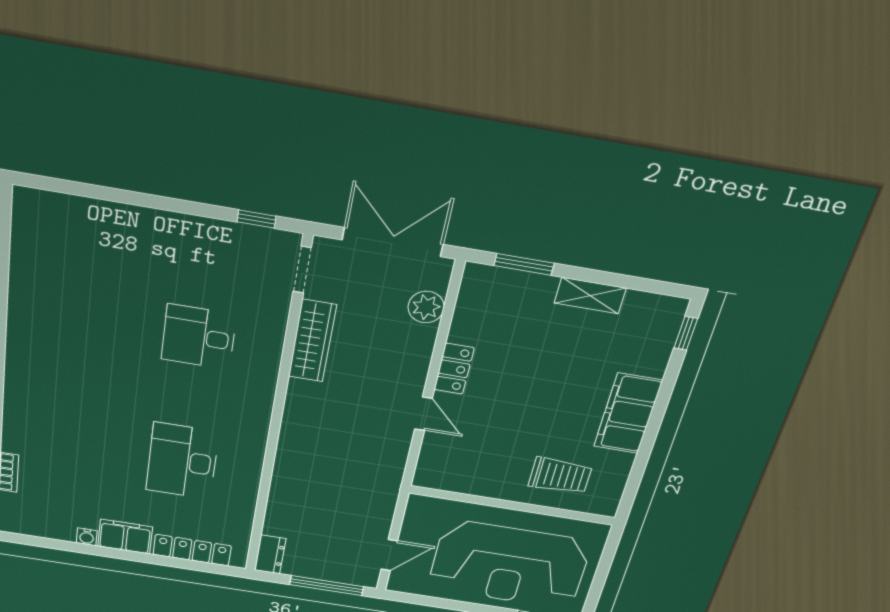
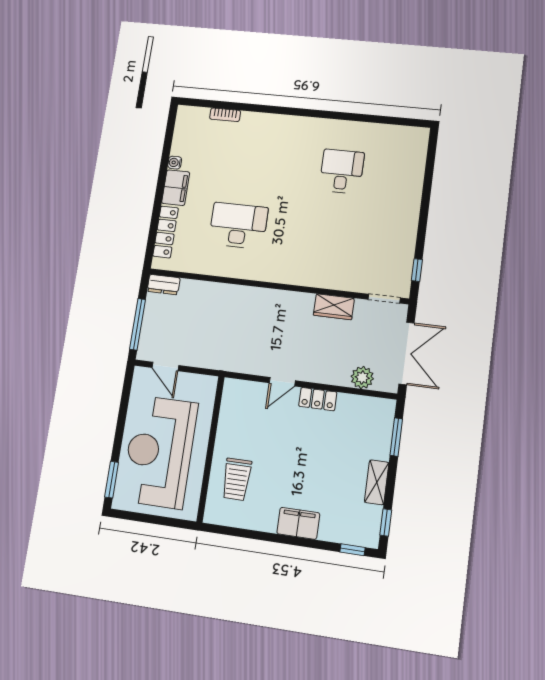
window: (653, 286) -> (386, 522), added
desk: (199, 337) -> (342, 171), moved
wardrobe: (312, 341) -> (334, 307), width x0.67
filing cabinet: (628, 414) -> (298, 523), width x0.67, depth x0.86

